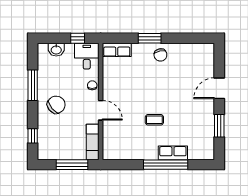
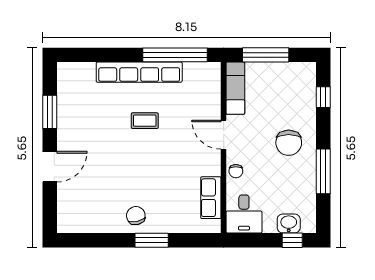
window: (78, 38) -> (292, 240), moved
row of seats: (117, 50) -> (211, 198), moved, turned -90
chair: (56, 105) -> (289, 143), turned -50
row of seats: (173, 153) -> (139, 72), width x2.02
window: (166, 165) -> (175, 55), moved

